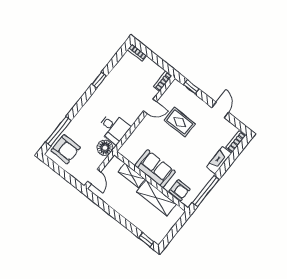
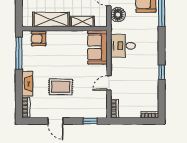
rug: (180, 122) -> (61, 87), moved
floor lamp: (105, 148) -> (118, 15), moved
sofa: (155, 169) -> (97, 47), moved, turned 90

